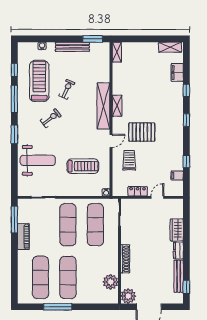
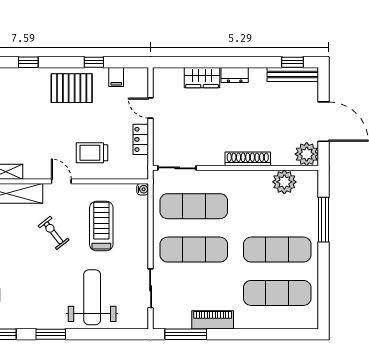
exercise bike: (51, 118) -> (54, 233), moved
pallet: (142, 132) -> (72, 88), moved, turned 90
bench: (179, 276) -> (293, 74), moved
window: (58, 307) -> (324, 220), moved

